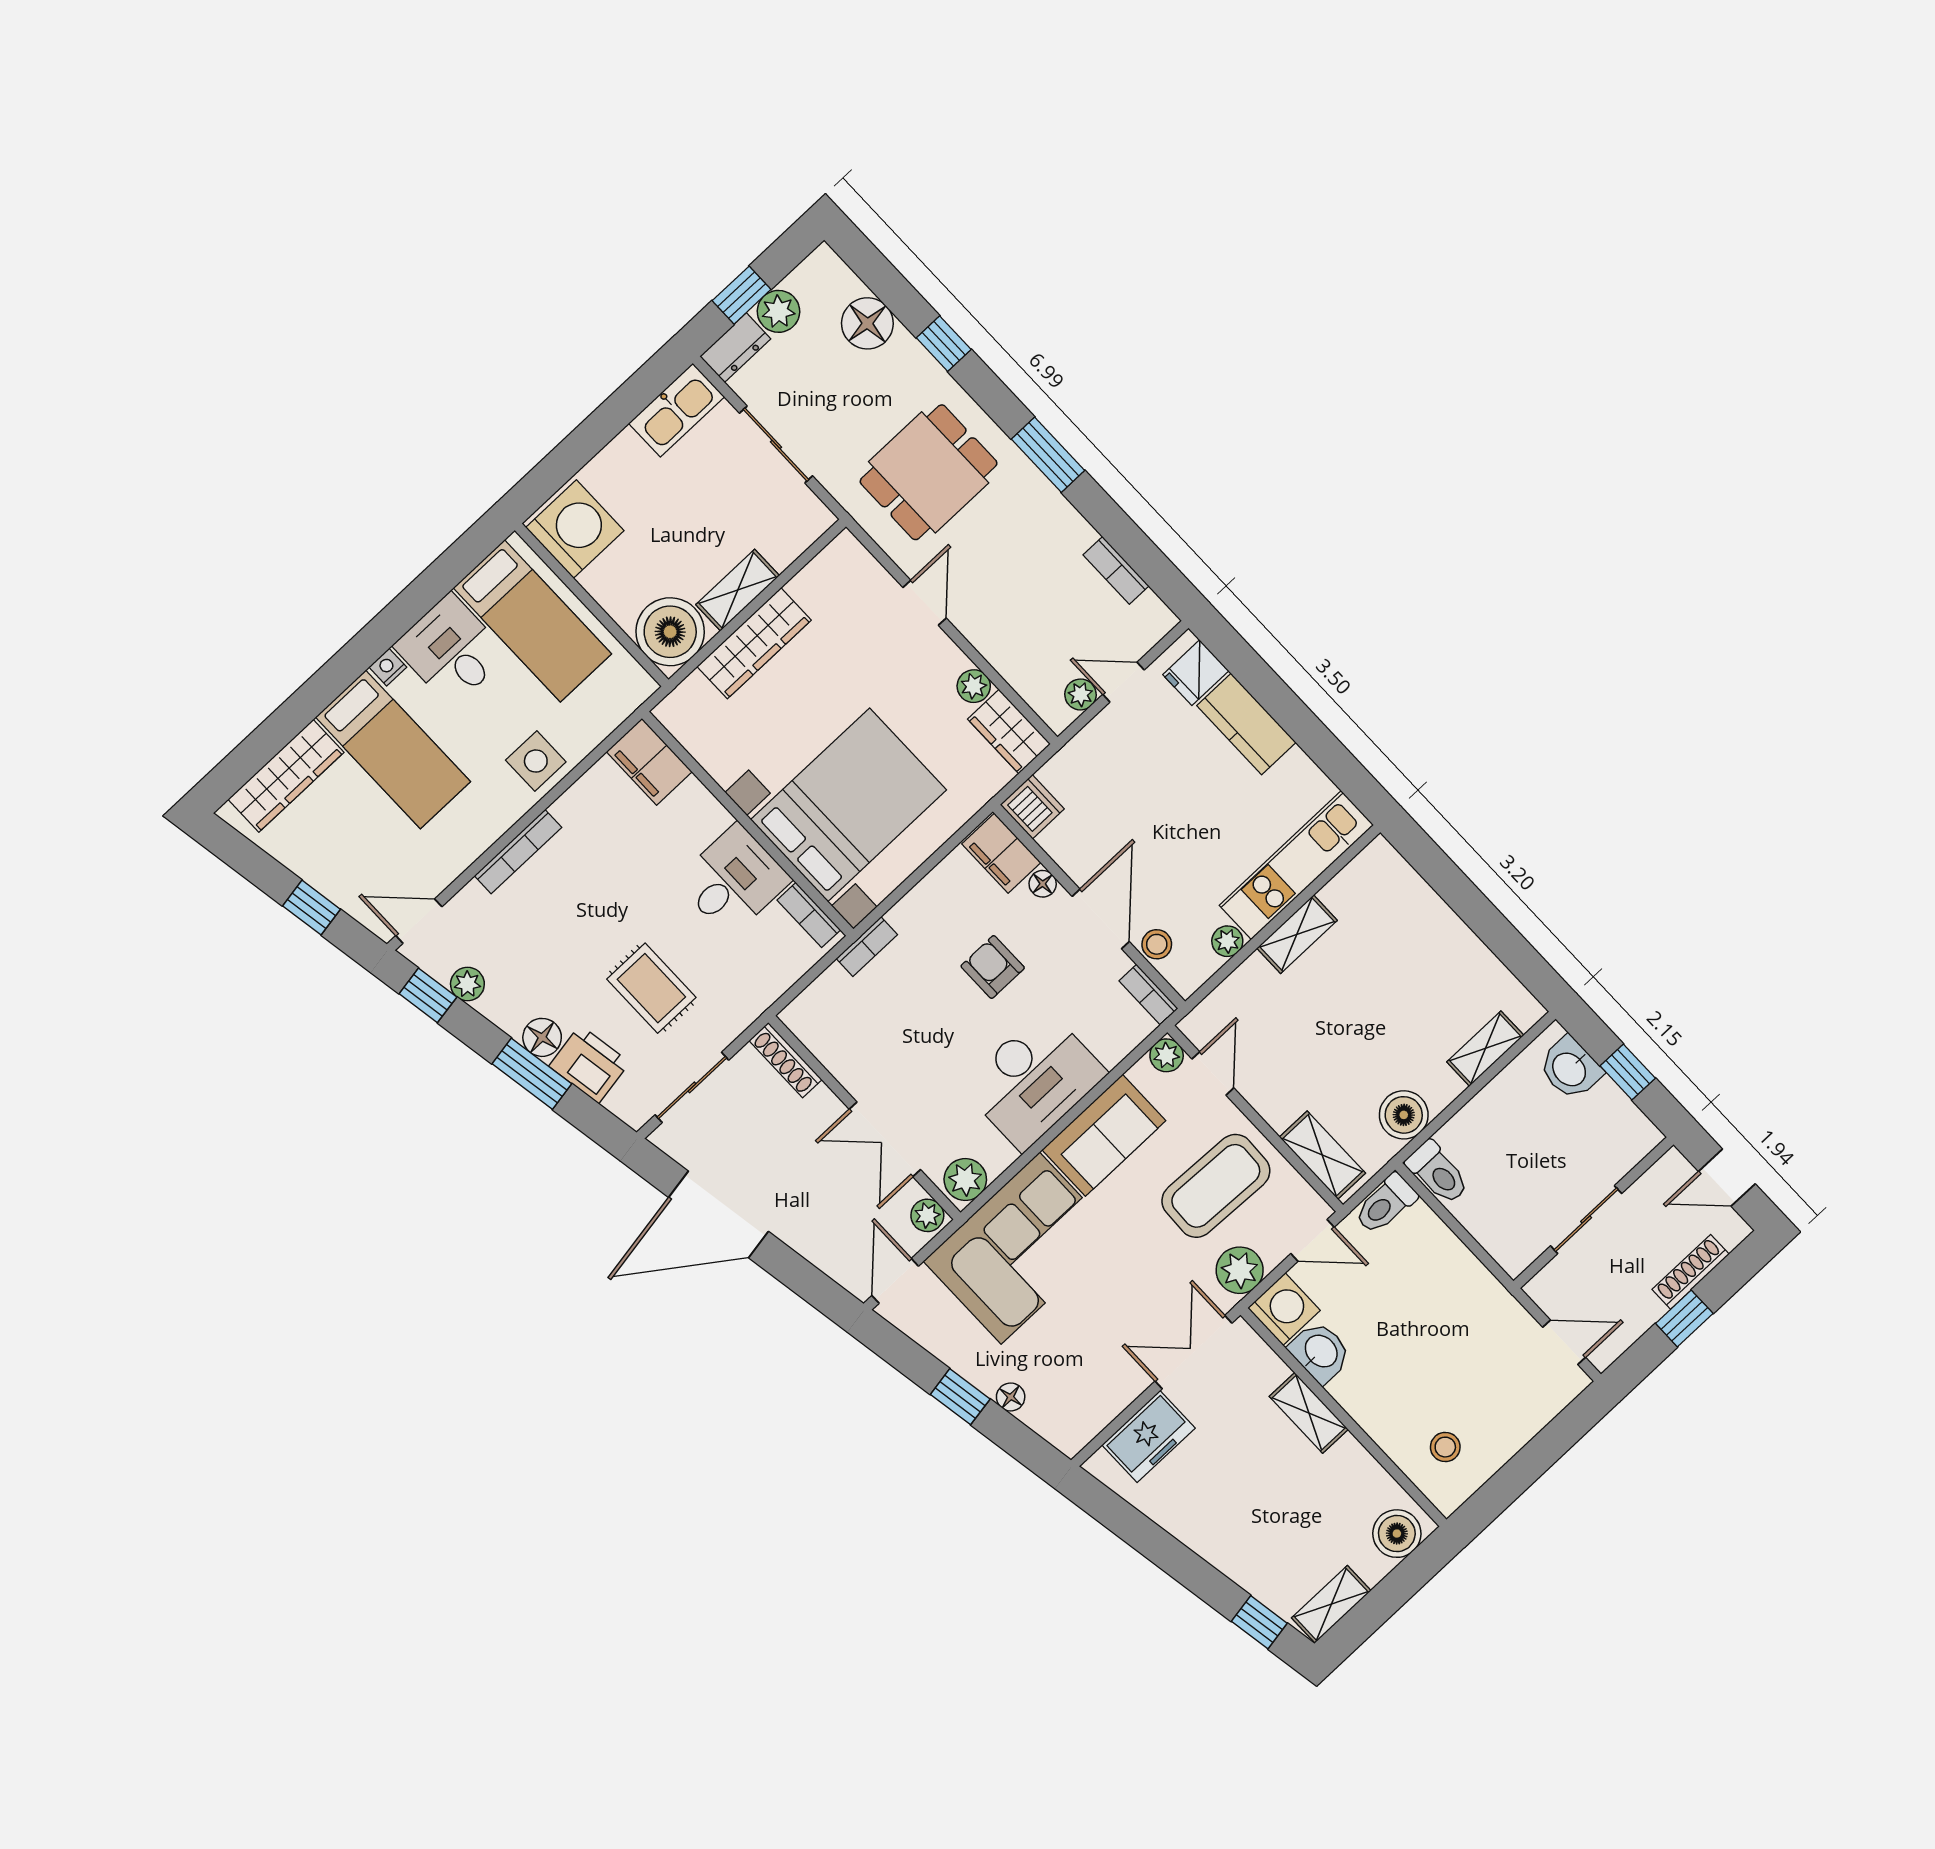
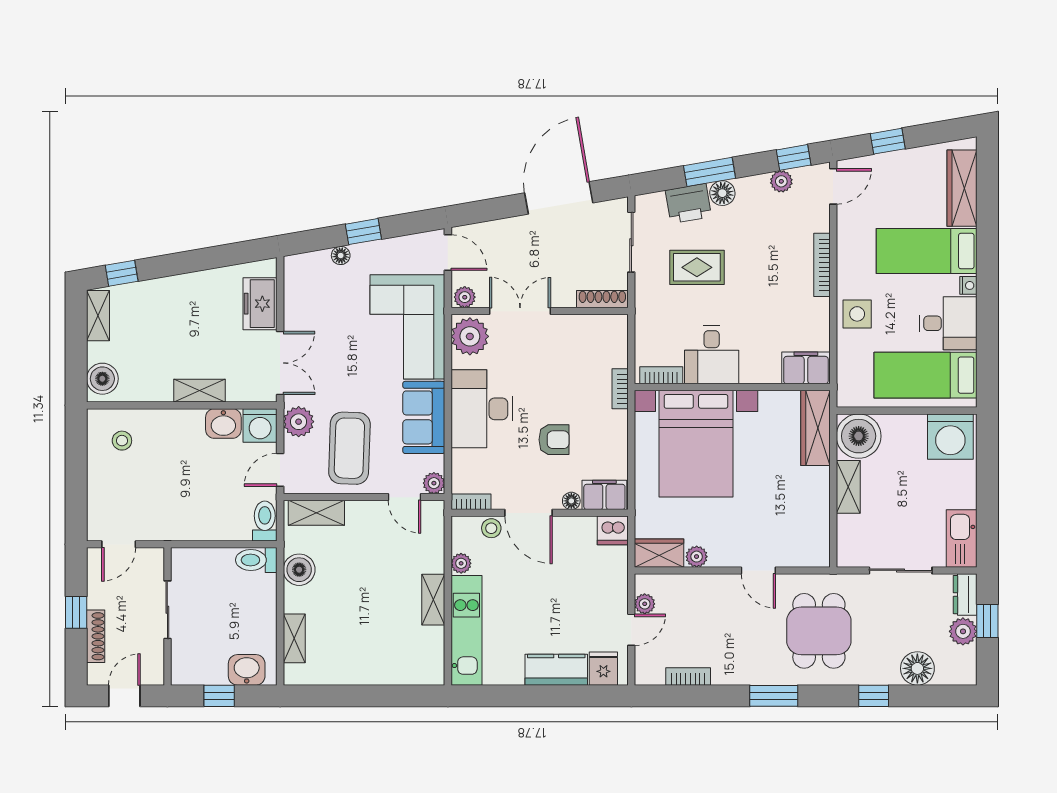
wardrobe: (754, 643) -> (815, 428), moved
plant: (965, 1180) -> (470, 336), width x1.36, depth x1.36

